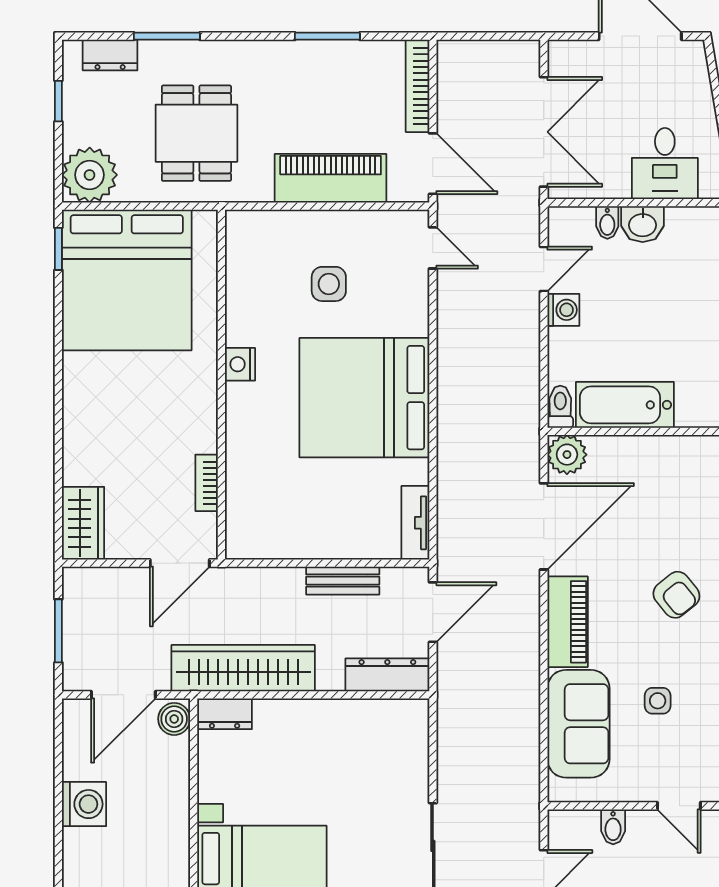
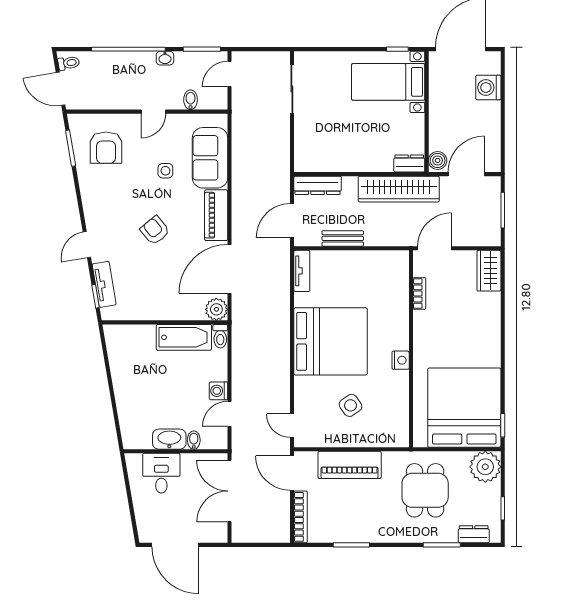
washbasin: (643, 224) -> (169, 439), width x1.38
side table: (329, 284) -> (351, 405), turned -35
washing machine: (84, 804) -> (488, 88), moved
door: (679, 806) -> (153, 112), swing flipped

